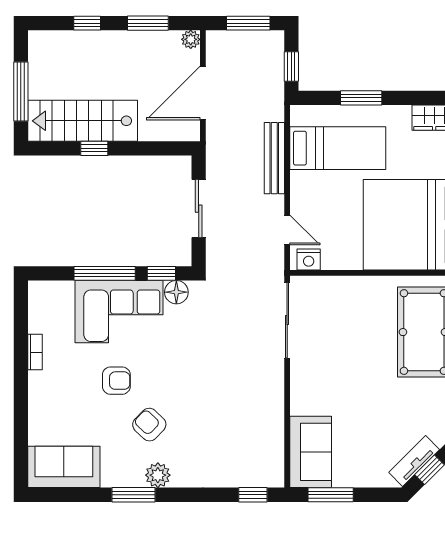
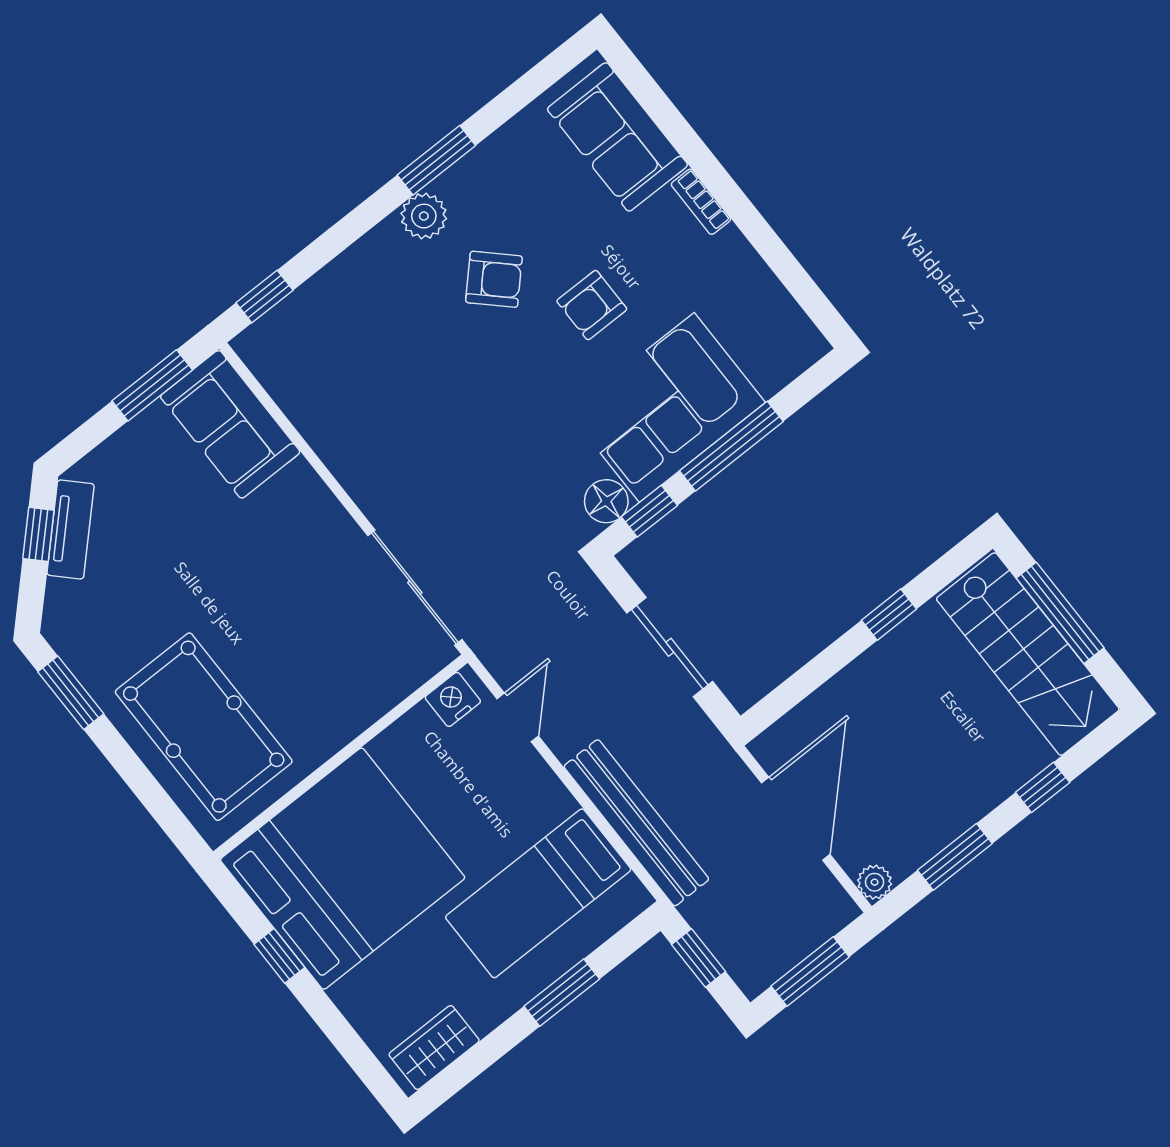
stairs: (83, 121) -> (1028, 654), moved, turned 90
bench: (274, 158) -> (636, 823), width x1.37, depth x1.21
door: (287, 230) -> (518, 717), swing flipped
bookcase: (35, 352) -> (701, 202), moved
sofa: (64, 467) -> (617, 137), moved, turned 90

